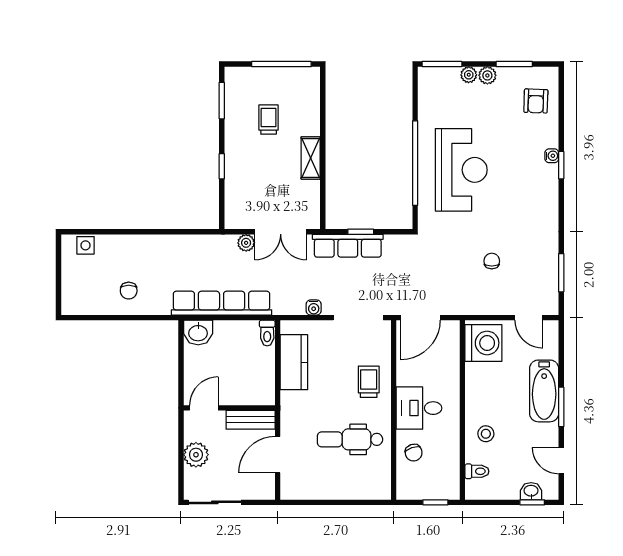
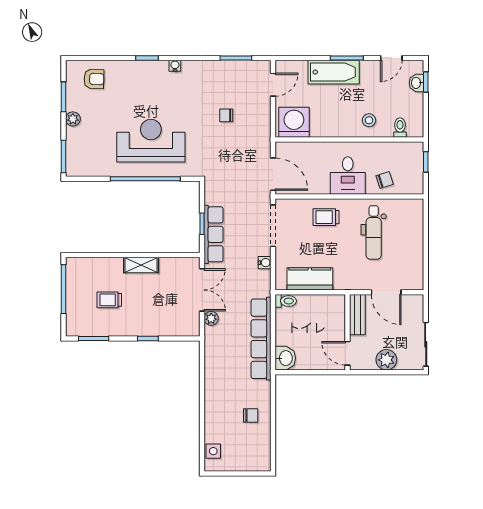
plant: (469, 75) -> (72, 134), removed
water cooler: (552, 156) -> (175, 66), moved

